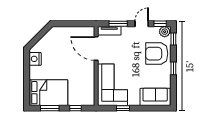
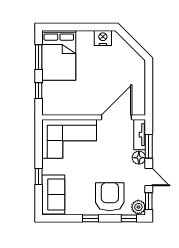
floor lamp: (127, 31) -> (139, 158), added
window: (123, 108) -> (39, 176), moved

